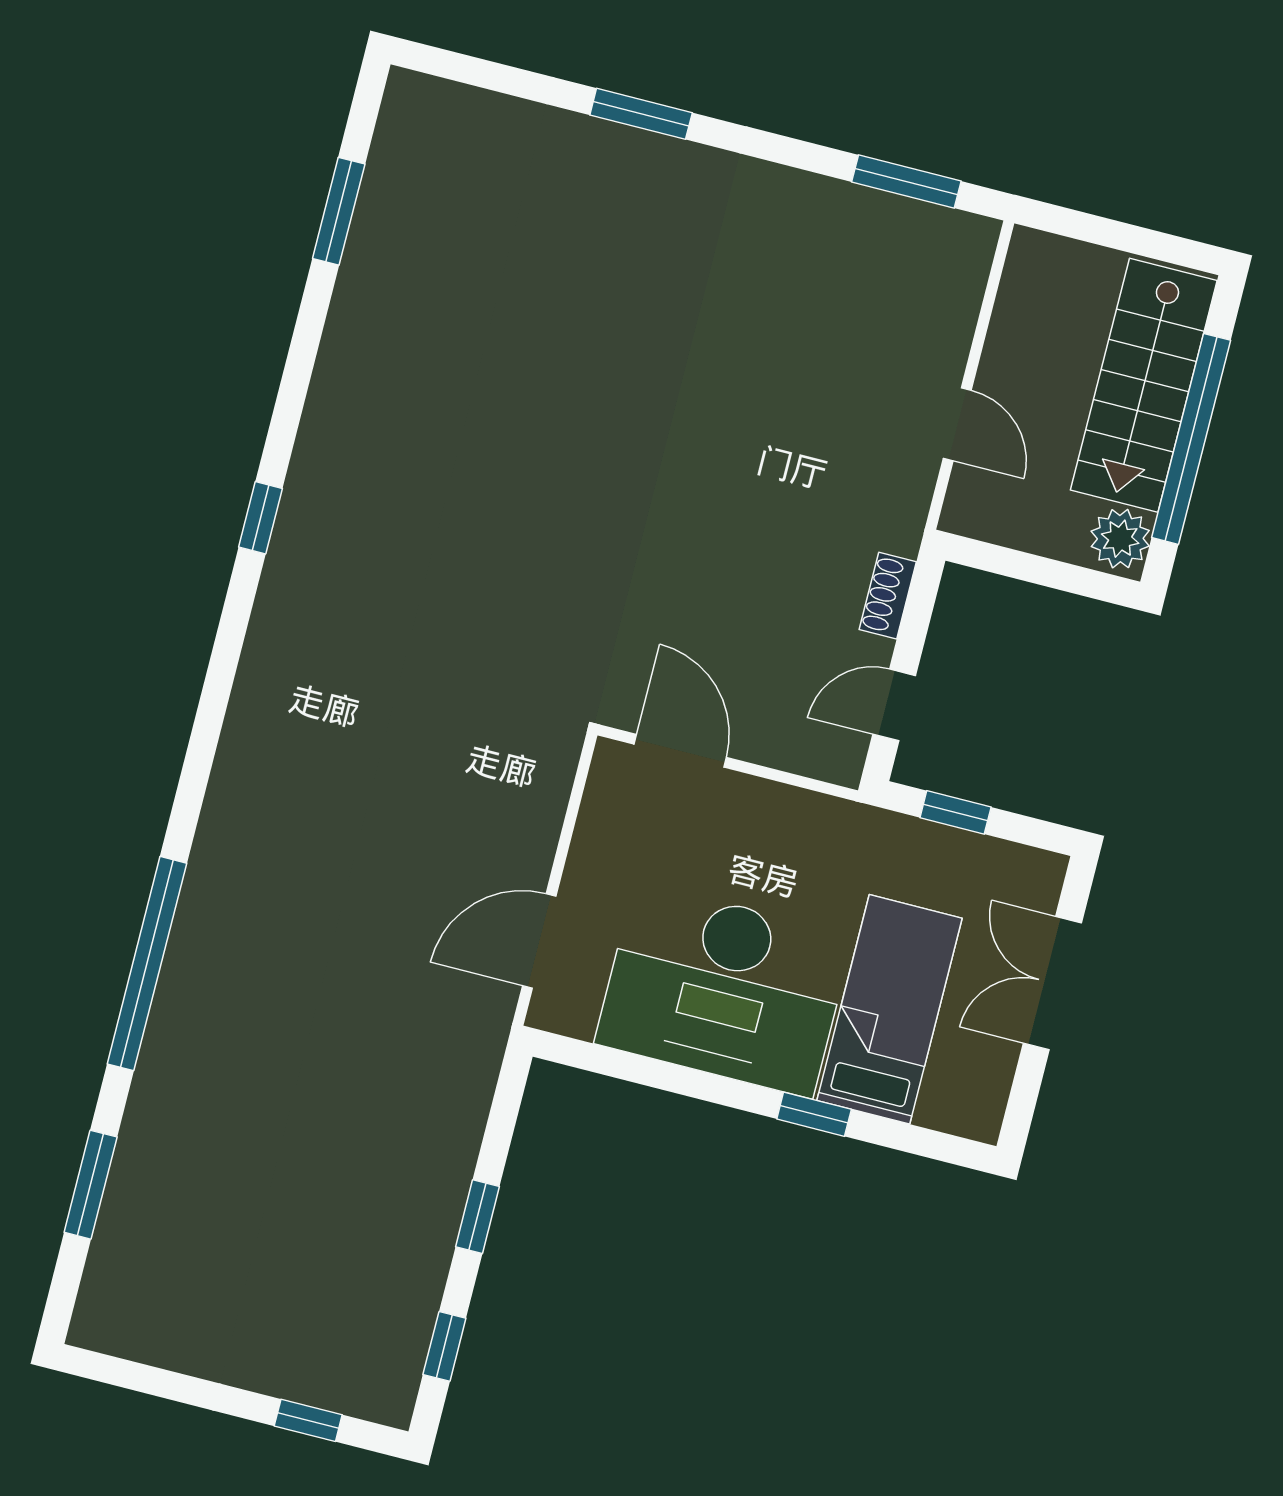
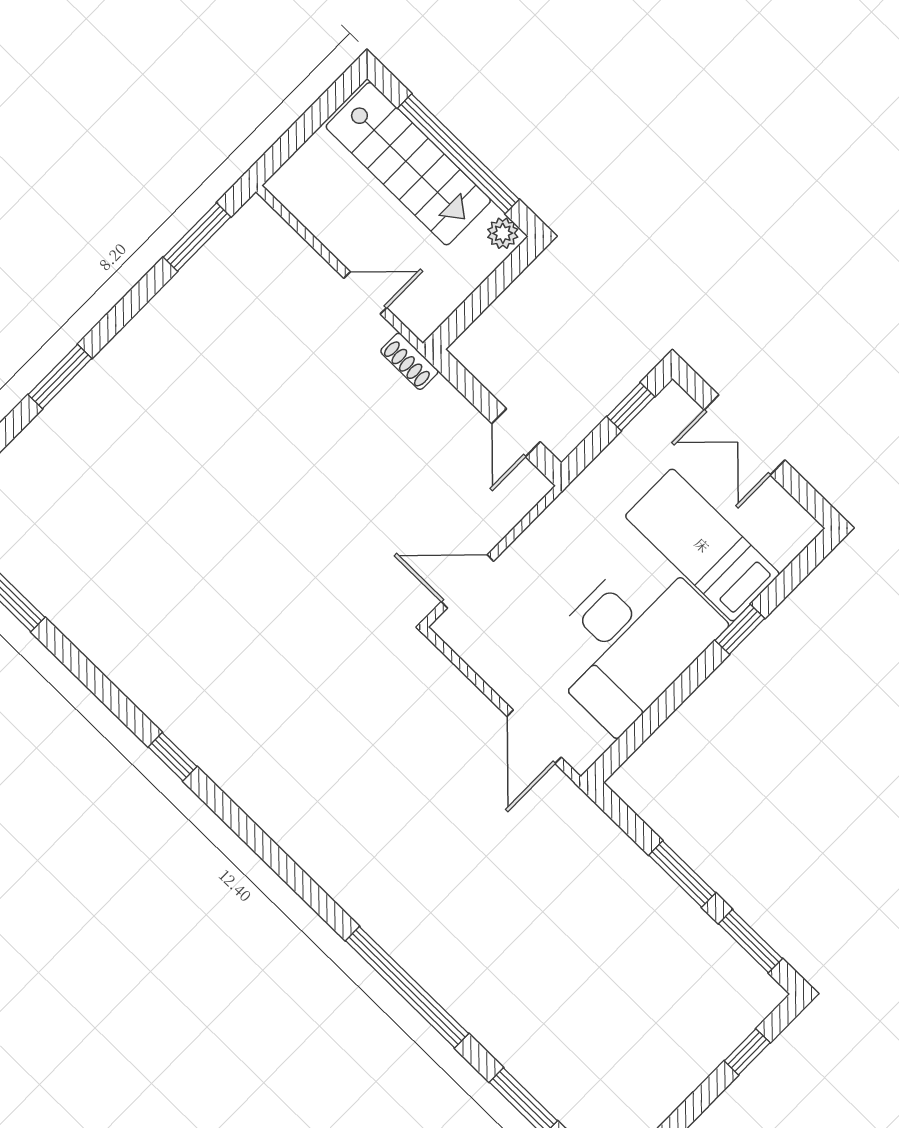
plant: (1120, 539) -> (503, 233), width x0.73, depth x0.73
shoe rack: (888, 596) -> (409, 361), moved
window: (956, 812) -> (631, 407), moved
window: (478, 1217) -> (682, 874), width x1.50
window: (444, 1346) -> (750, 941), width x1.50

